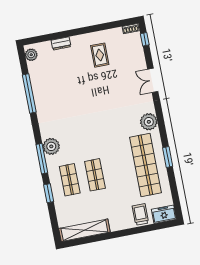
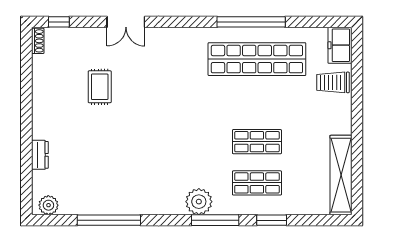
rug: (100, 55) -> (100, 87), moved, turned 90
plant: (149, 122) -> (190, 41), removed
window: (168, 157) -> (251, 22), width x2.11

